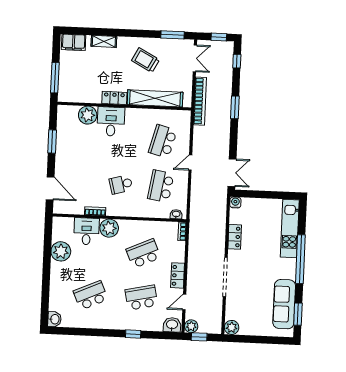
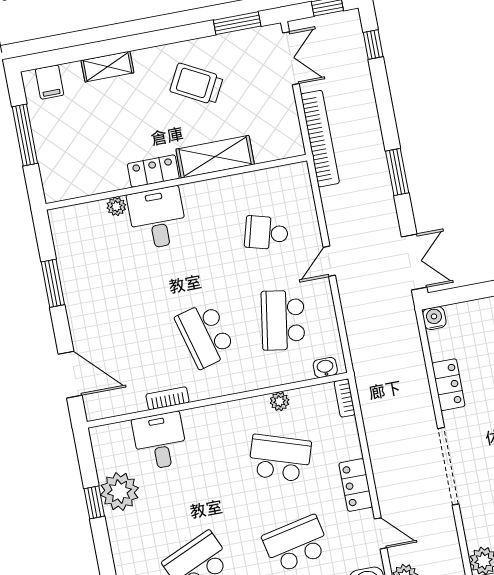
filing cabinet: (74, 42) -> (50, 82), width x0.50
window: (55, 78) -> (25, 135), moved
shelving: (155, 98) -> (215, 157), width x0.68
window: (235, 107) -> (397, 172), moved
plant: (88, 115) -> (116, 206), width x0.53, depth x0.53
school desk: (163, 141) -> (266, 233), width x0.54
school desk: (121, 184) -> (205, 335), width x1.85
plant: (109, 228) -> (280, 401), moved, width x0.53, depth x0.53
school desk: (143, 253) -> (280, 458), turned 42
window: (47, 254) -> (94, 502), added
door: (184, 302) -> (381, 533), swing flipped

